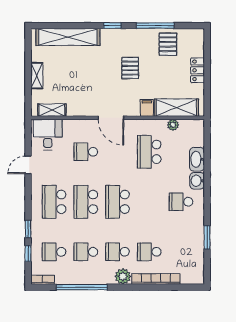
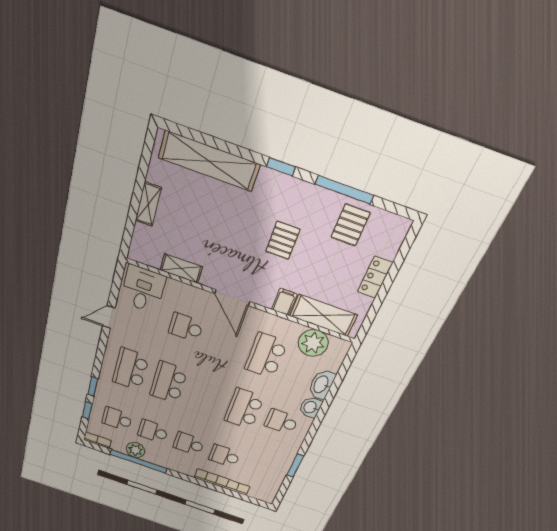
shelving: (52, 110) -> (181, 268), moved
plant: (173, 125) -> (313, 343), width x1.88, depth x1.88
school desk: (118, 202) -> (244, 409), moved
plant: (123, 276) -> (135, 450), moved

